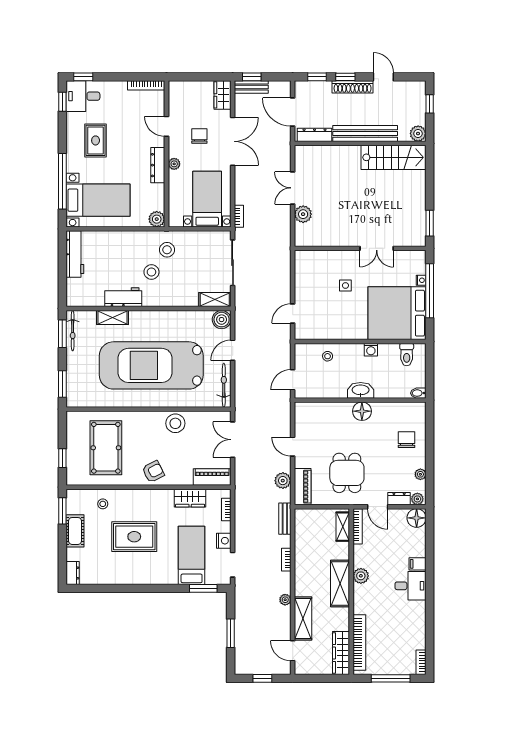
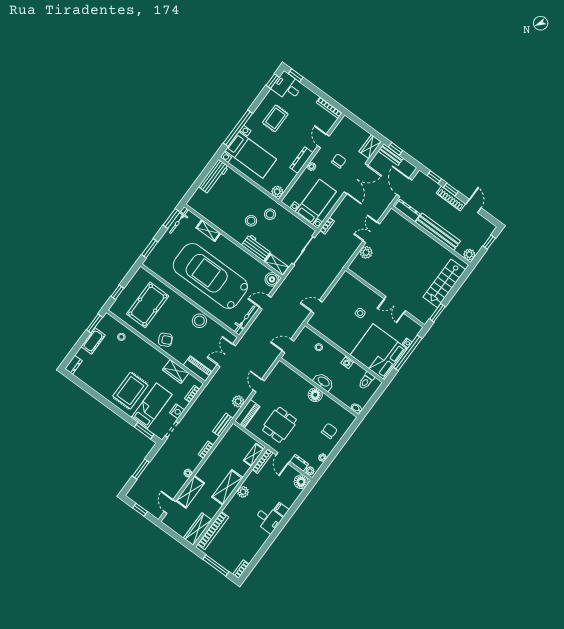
stairs: (394, 157) -> (444, 283), moved, turned 90
workbench: (123, 297) -> (257, 248), moved
rug: (134, 537) -> (130, 391), moved, turned 90

